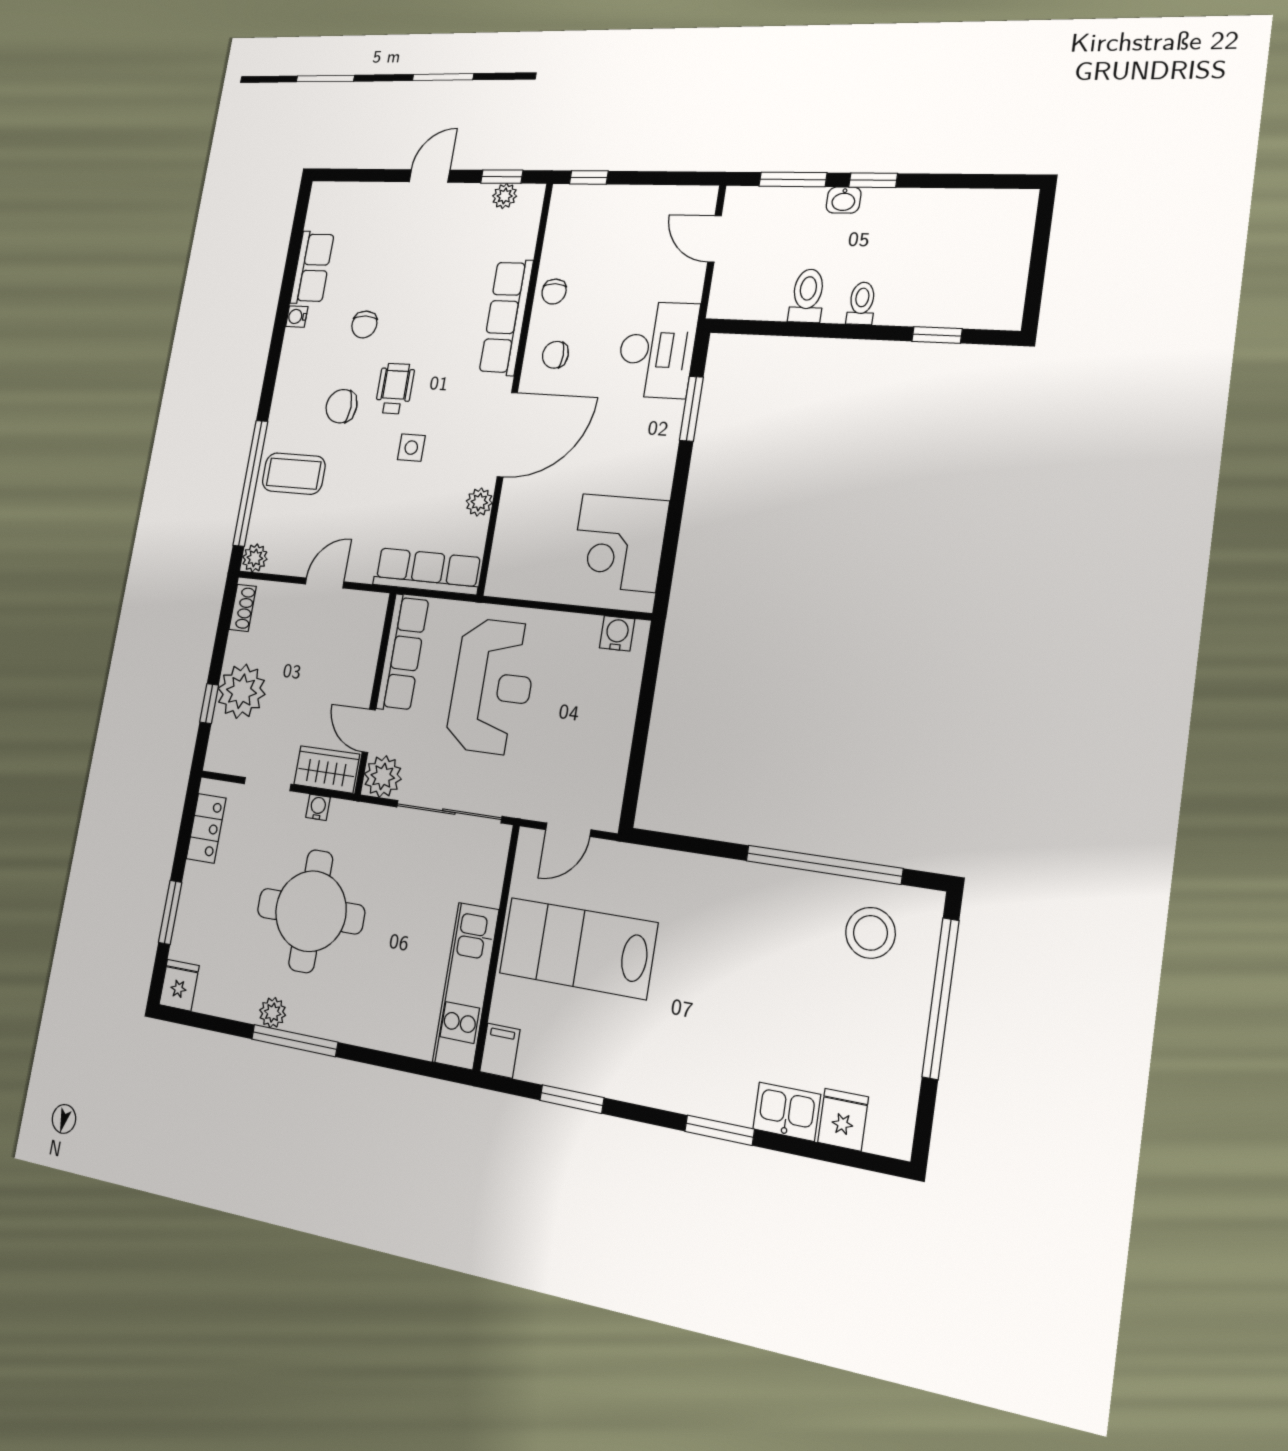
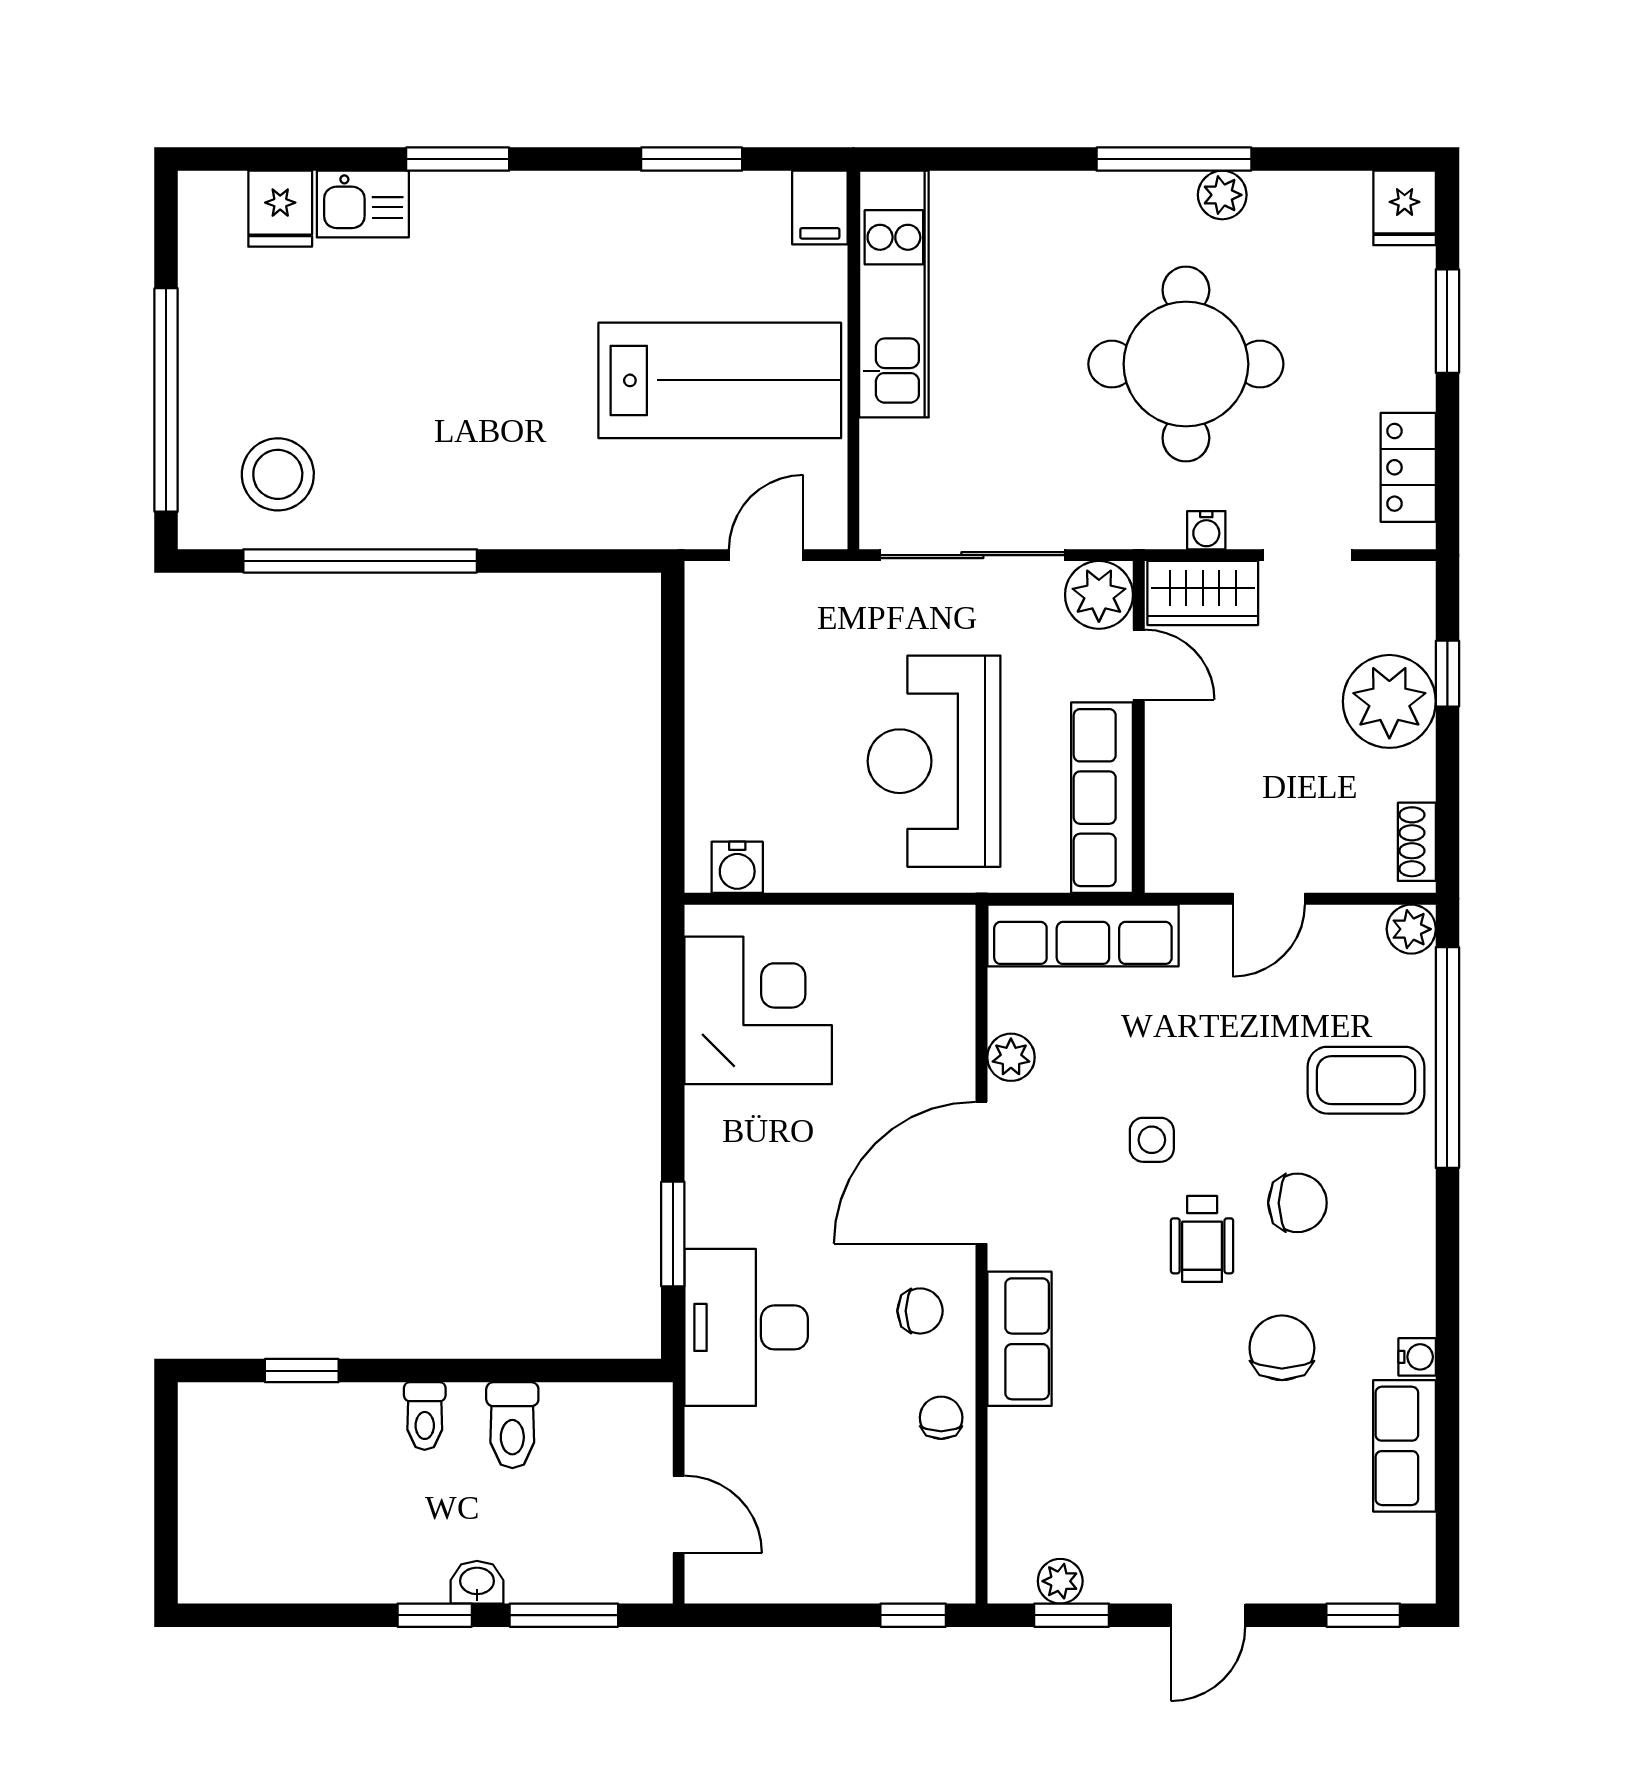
window: (350, 175) -> (1363, 1615), added
row of seats: (506, 317) -> (1019, 1339), width x0.68
chair: (364, 325) -> (1282, 1348), width x1.37, depth x1.37

